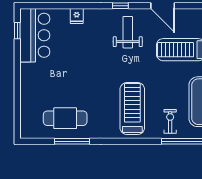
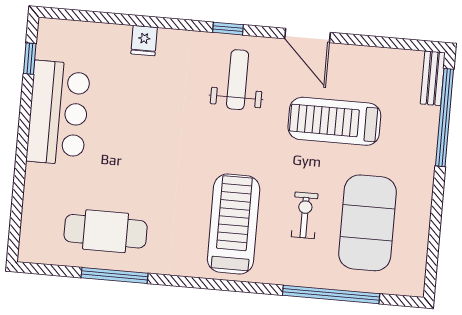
bar counter: (35, 35) -> (58, 113), moved
exercise bike: (170, 121) -> (305, 215), moved

